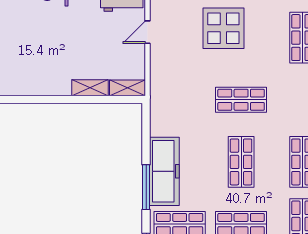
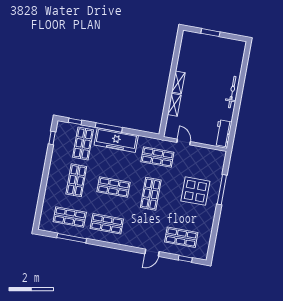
door: (148, 32) -> (184, 142), moved
shelving: (127, 88) -> (178, 82), moved
shop shelf: (180, 100) -> (157, 157), added

